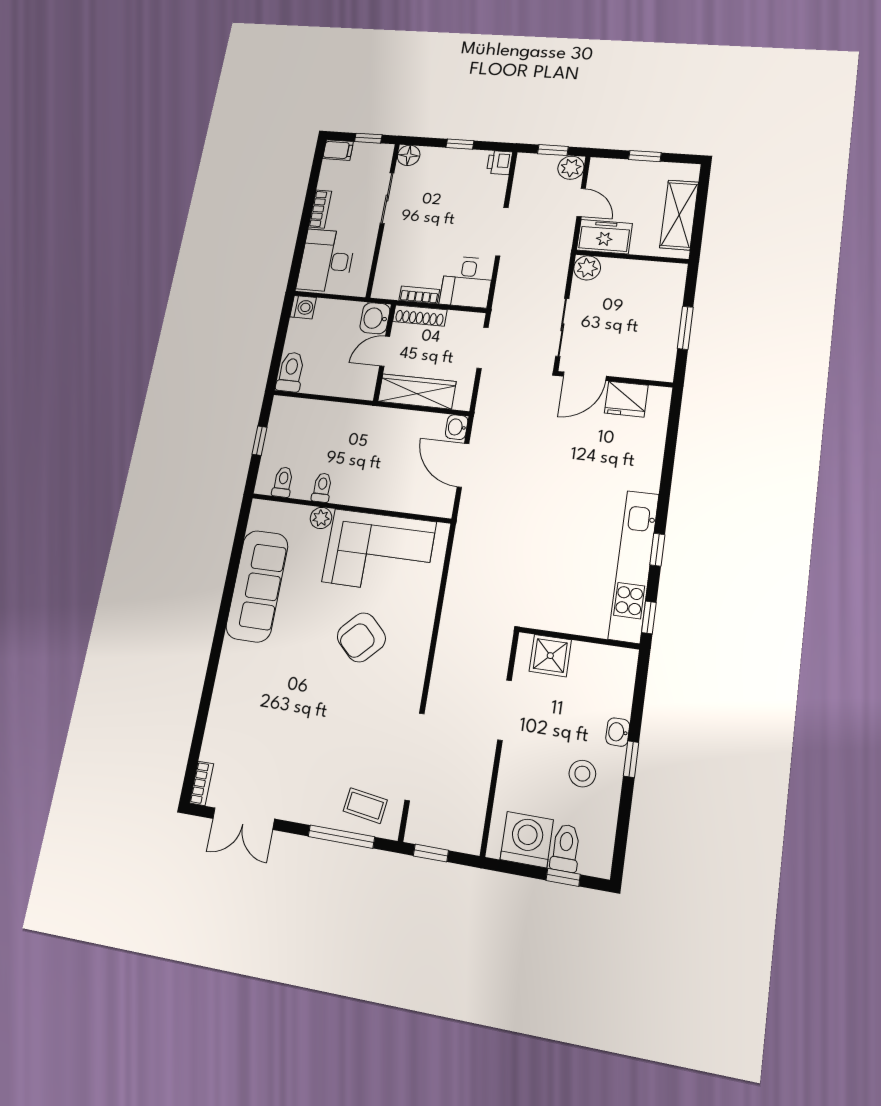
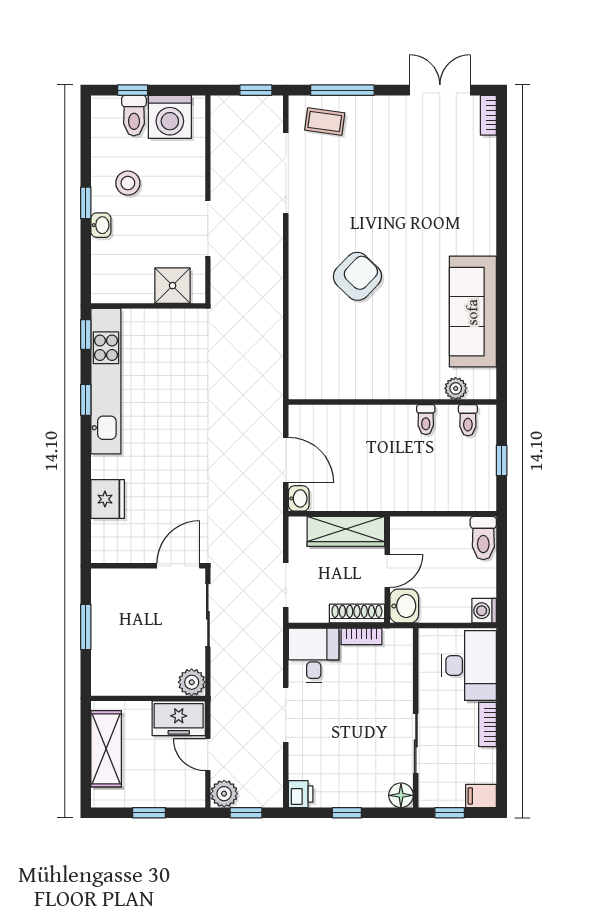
fridge: (626, 399) -> (108, 499), moved, turned 90
plant: (321, 518) -> (456, 388), moved
corner sofa: (379, 552) -> (355, 362), removed

